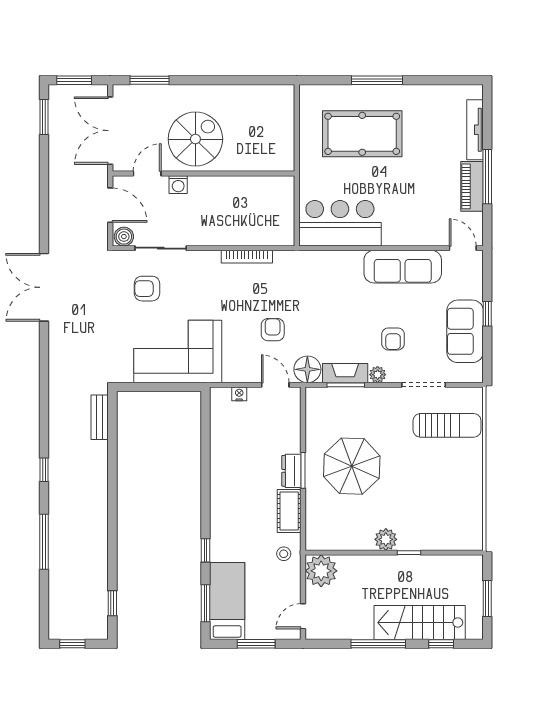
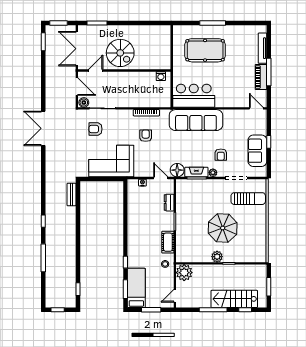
spiral stairs: (195, 139) -> (120, 53), turned 90
washing machine: (178, 185) -> (161, 76), moved
sofa: (403, 267) -> (196, 120), moved, width x1.36, depth x1.27
armchair: (273, 330) -> (146, 136), moved
parasol: (352, 466) -> (223, 228), moved
dresser: (291, 471) -> (169, 203), moved

